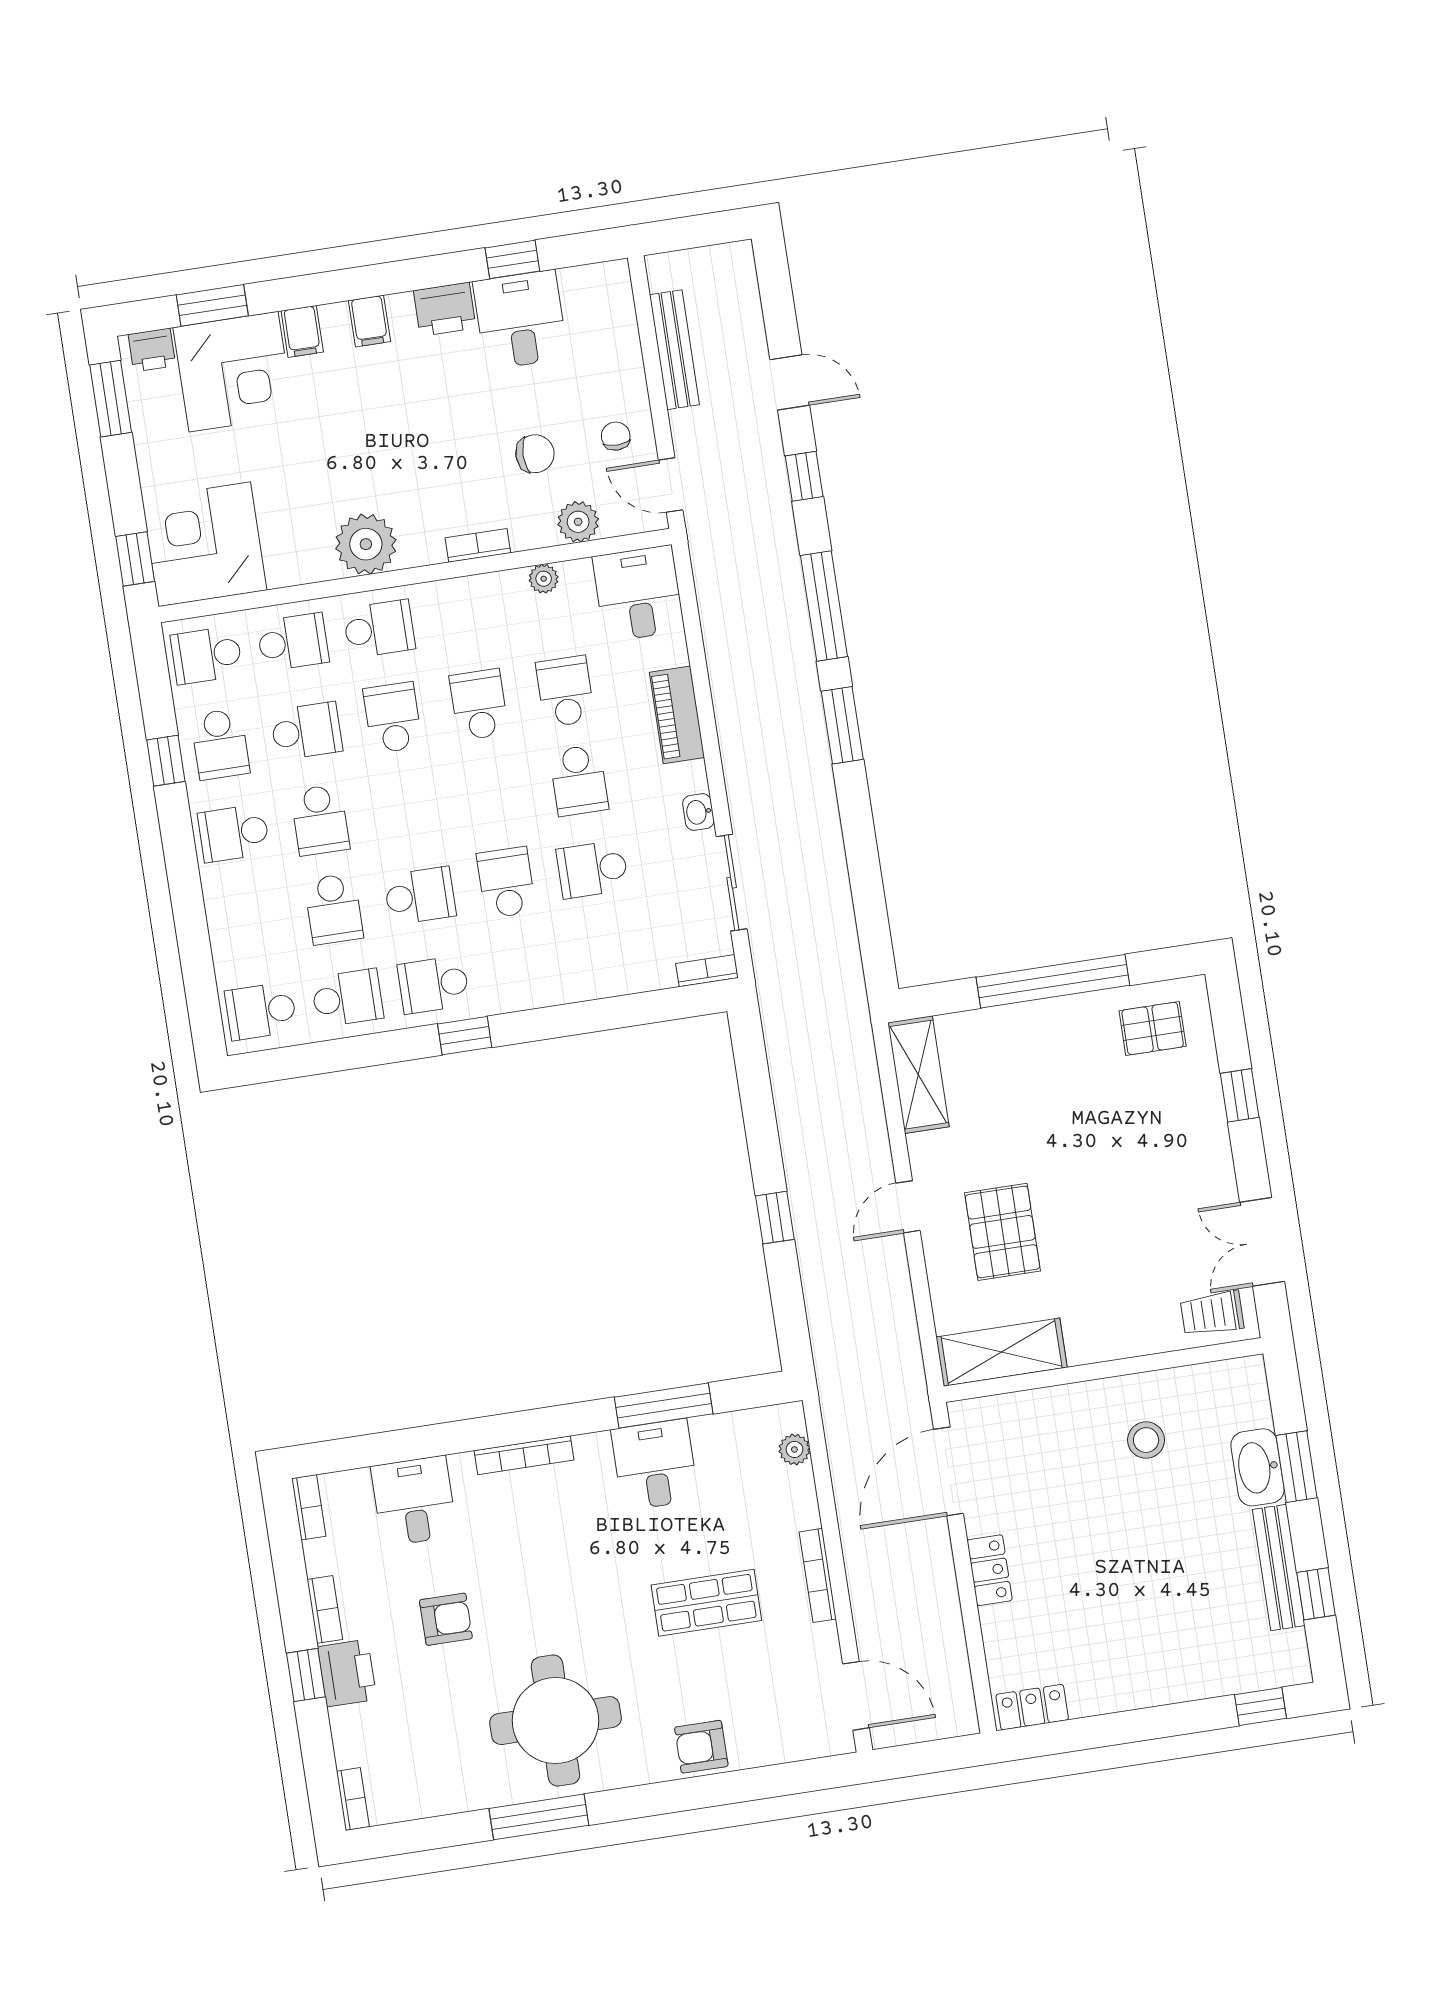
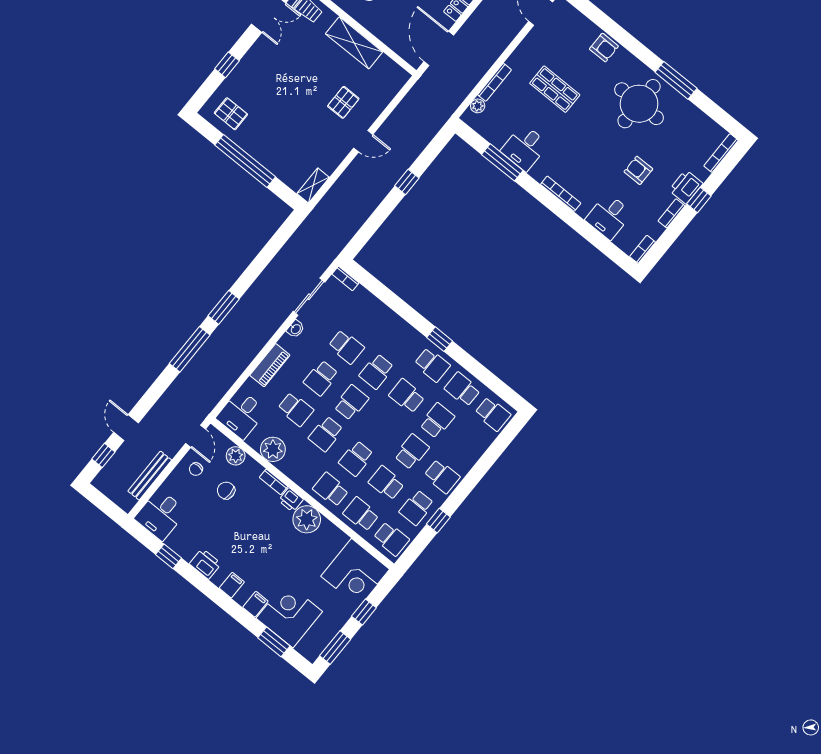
desk: (520, 320) -> (160, 515), moved
printer: (152, 350) -> (291, 500), moved, turned 180
window: (804, 476) -> (103, 455), moved
window: (135, 559) -> (364, 612), moved
plant: (544, 579) -> (273, 449), width x1.88, depth x1.88
school desk: (565, 691) -> (296, 409), turned -90
school desk: (220, 744) -> (417, 508), turned 180
school desk: (579, 780) -> (321, 378), turned 180
school desk: (493, 794) -> (351, 403), added
shelving: (918, 1075) -> (313, 185), width x0.67, depth x0.75
pallet: (1002, 1232) -> (343, 102), width x0.67, depth x0.71
shelving: (1002, 1352) -> (354, 43), moved
door: (948, 1471) -> (439, 48), swing flipped
bookcase: (818, 1575) -> (495, 82), moved
bookcase: (353, 1799) -> (721, 153), width x1.56

